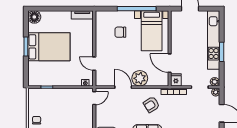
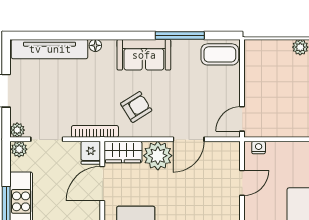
door: (170, 63) -> (102, 184), swing flipped
door: (94, 64) -> (242, 183), hinge flipped
wardrobe: (159, 80) -> (123, 152), added
door: (123, 87) -> (189, 139), hinge flipped

